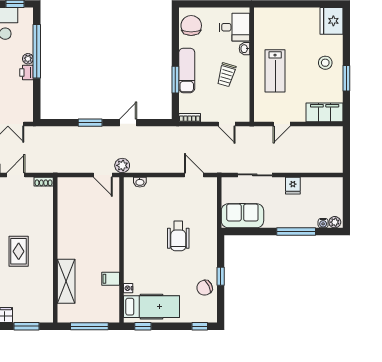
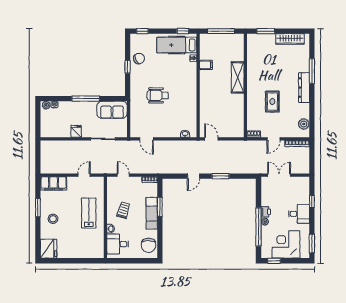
plant: (122, 165) -> (198, 146), removed
window: (296, 231) -> (86, 99), moved
wheelchair: (178, 236) -> (158, 95), turned -90
rug: (19, 251) -> (272, 102), moved
shelving: (66, 281) -> (238, 77), moved

